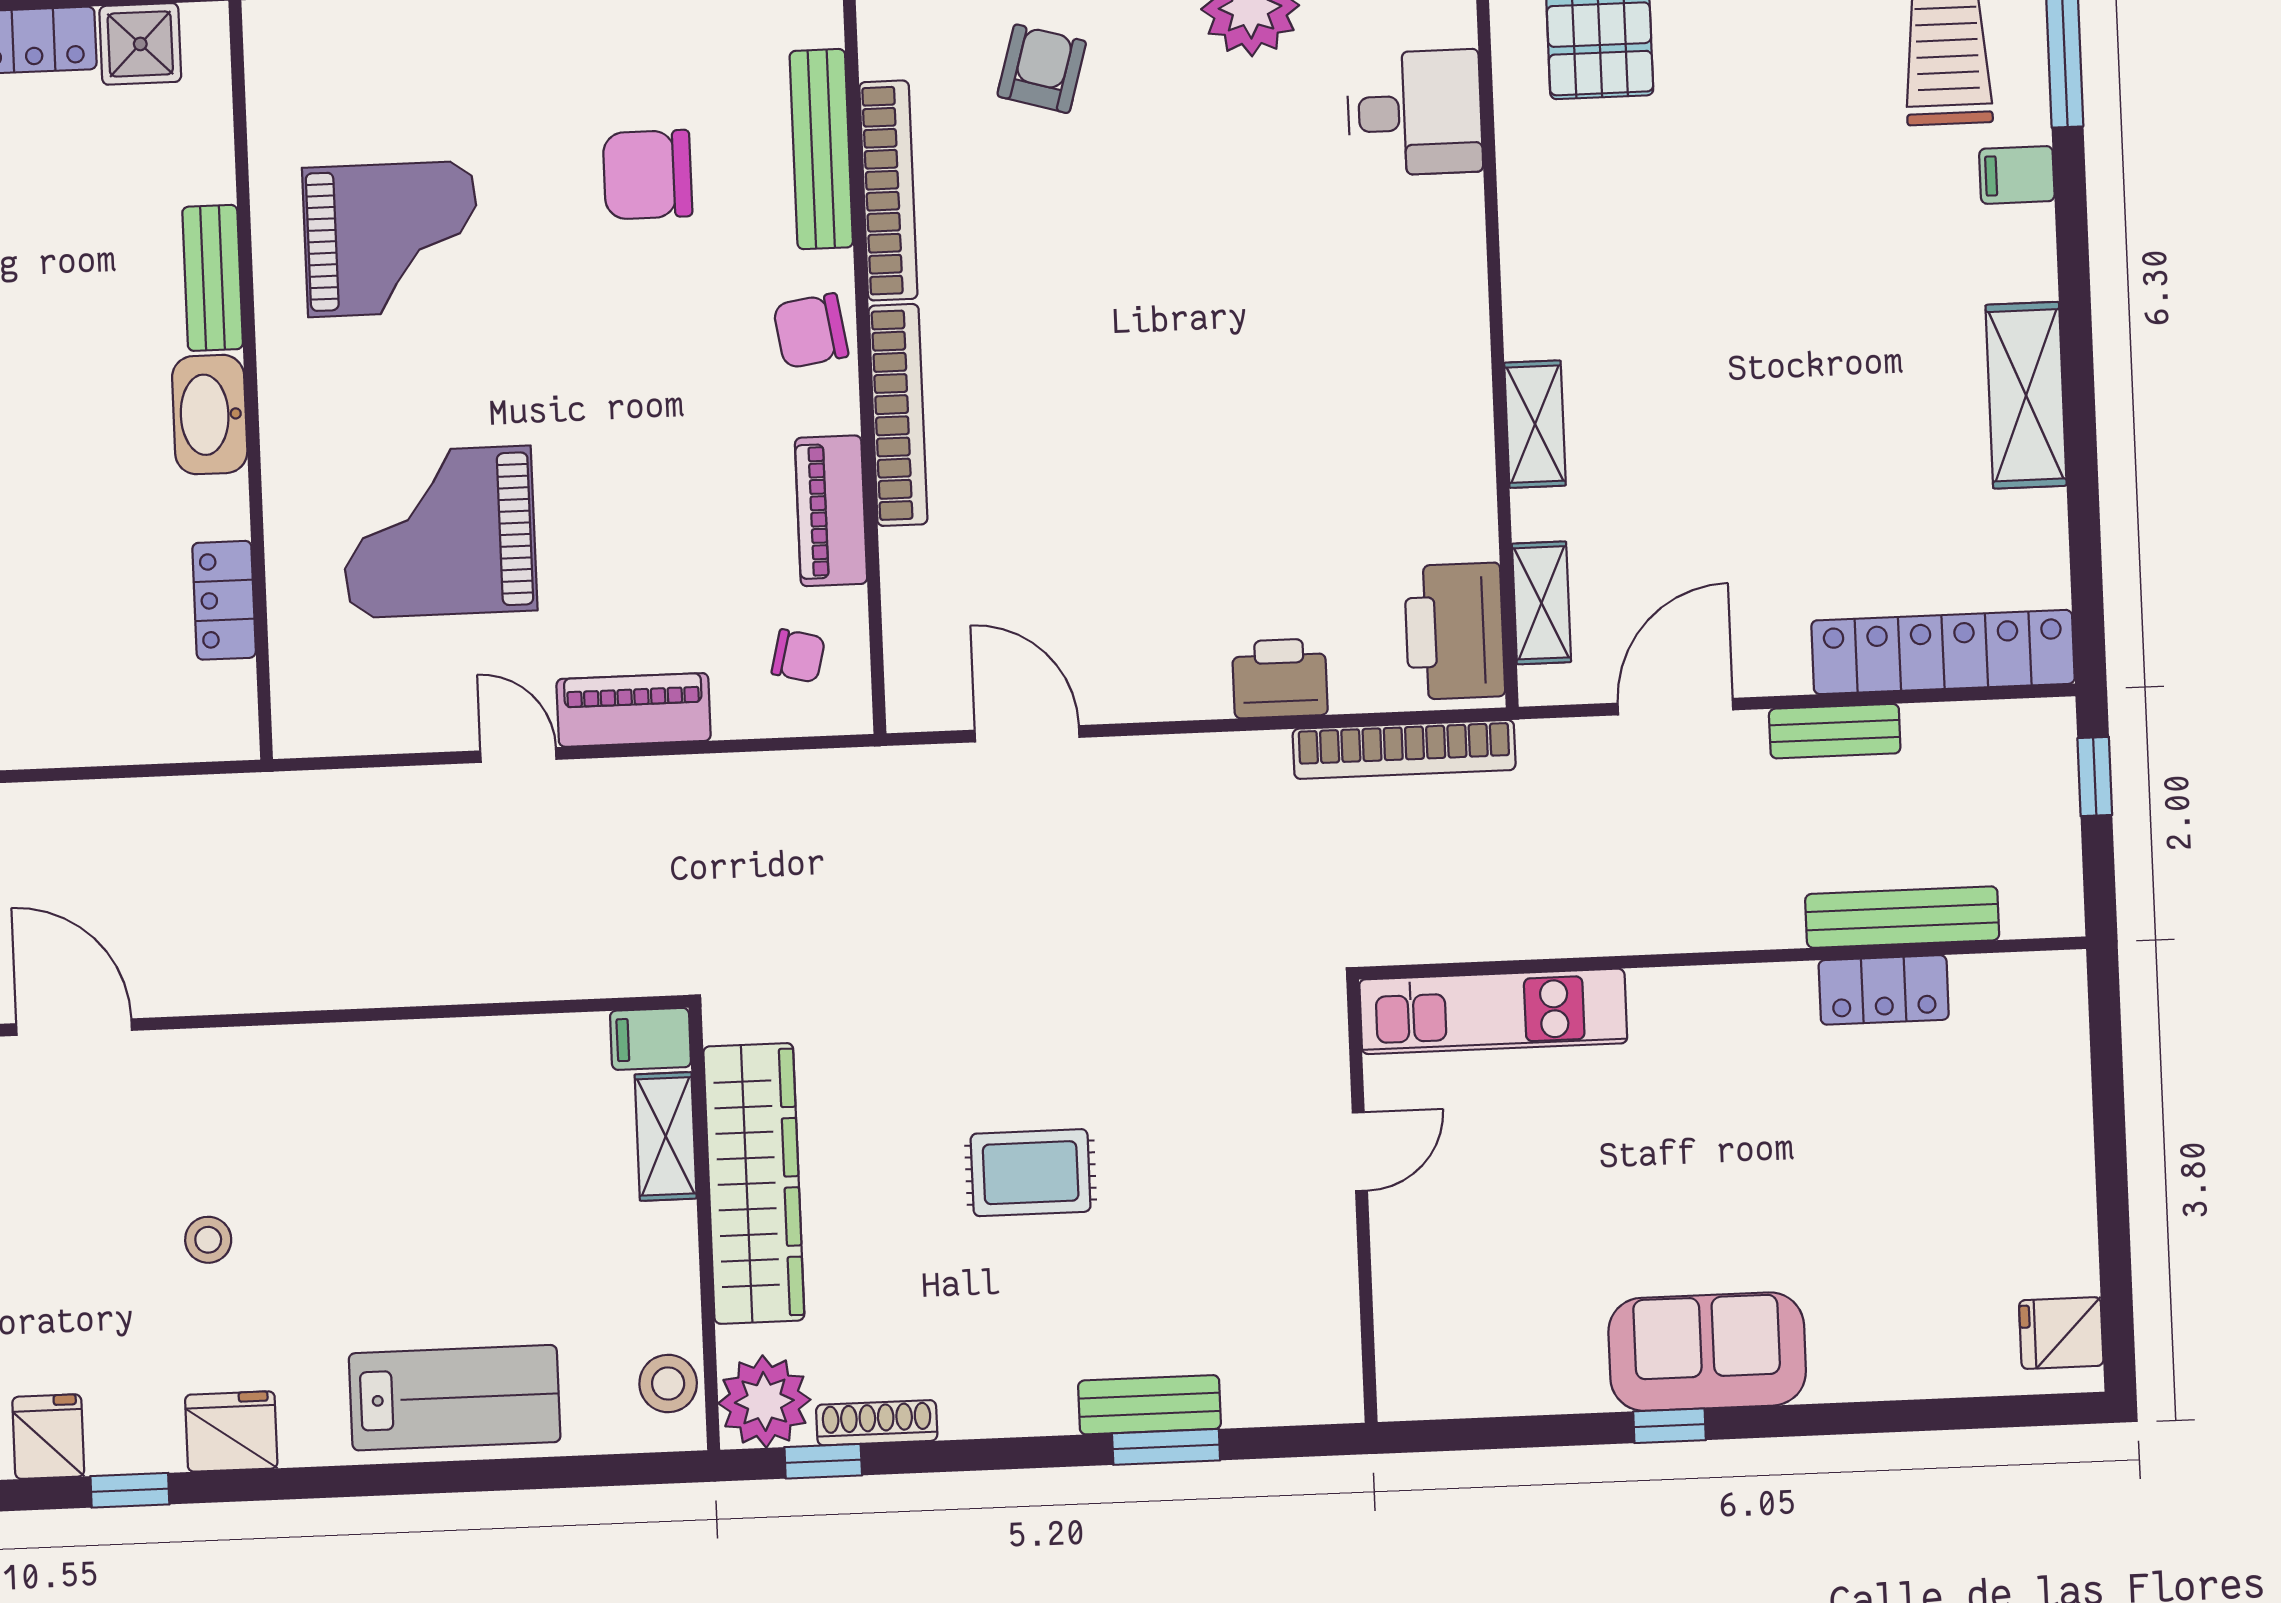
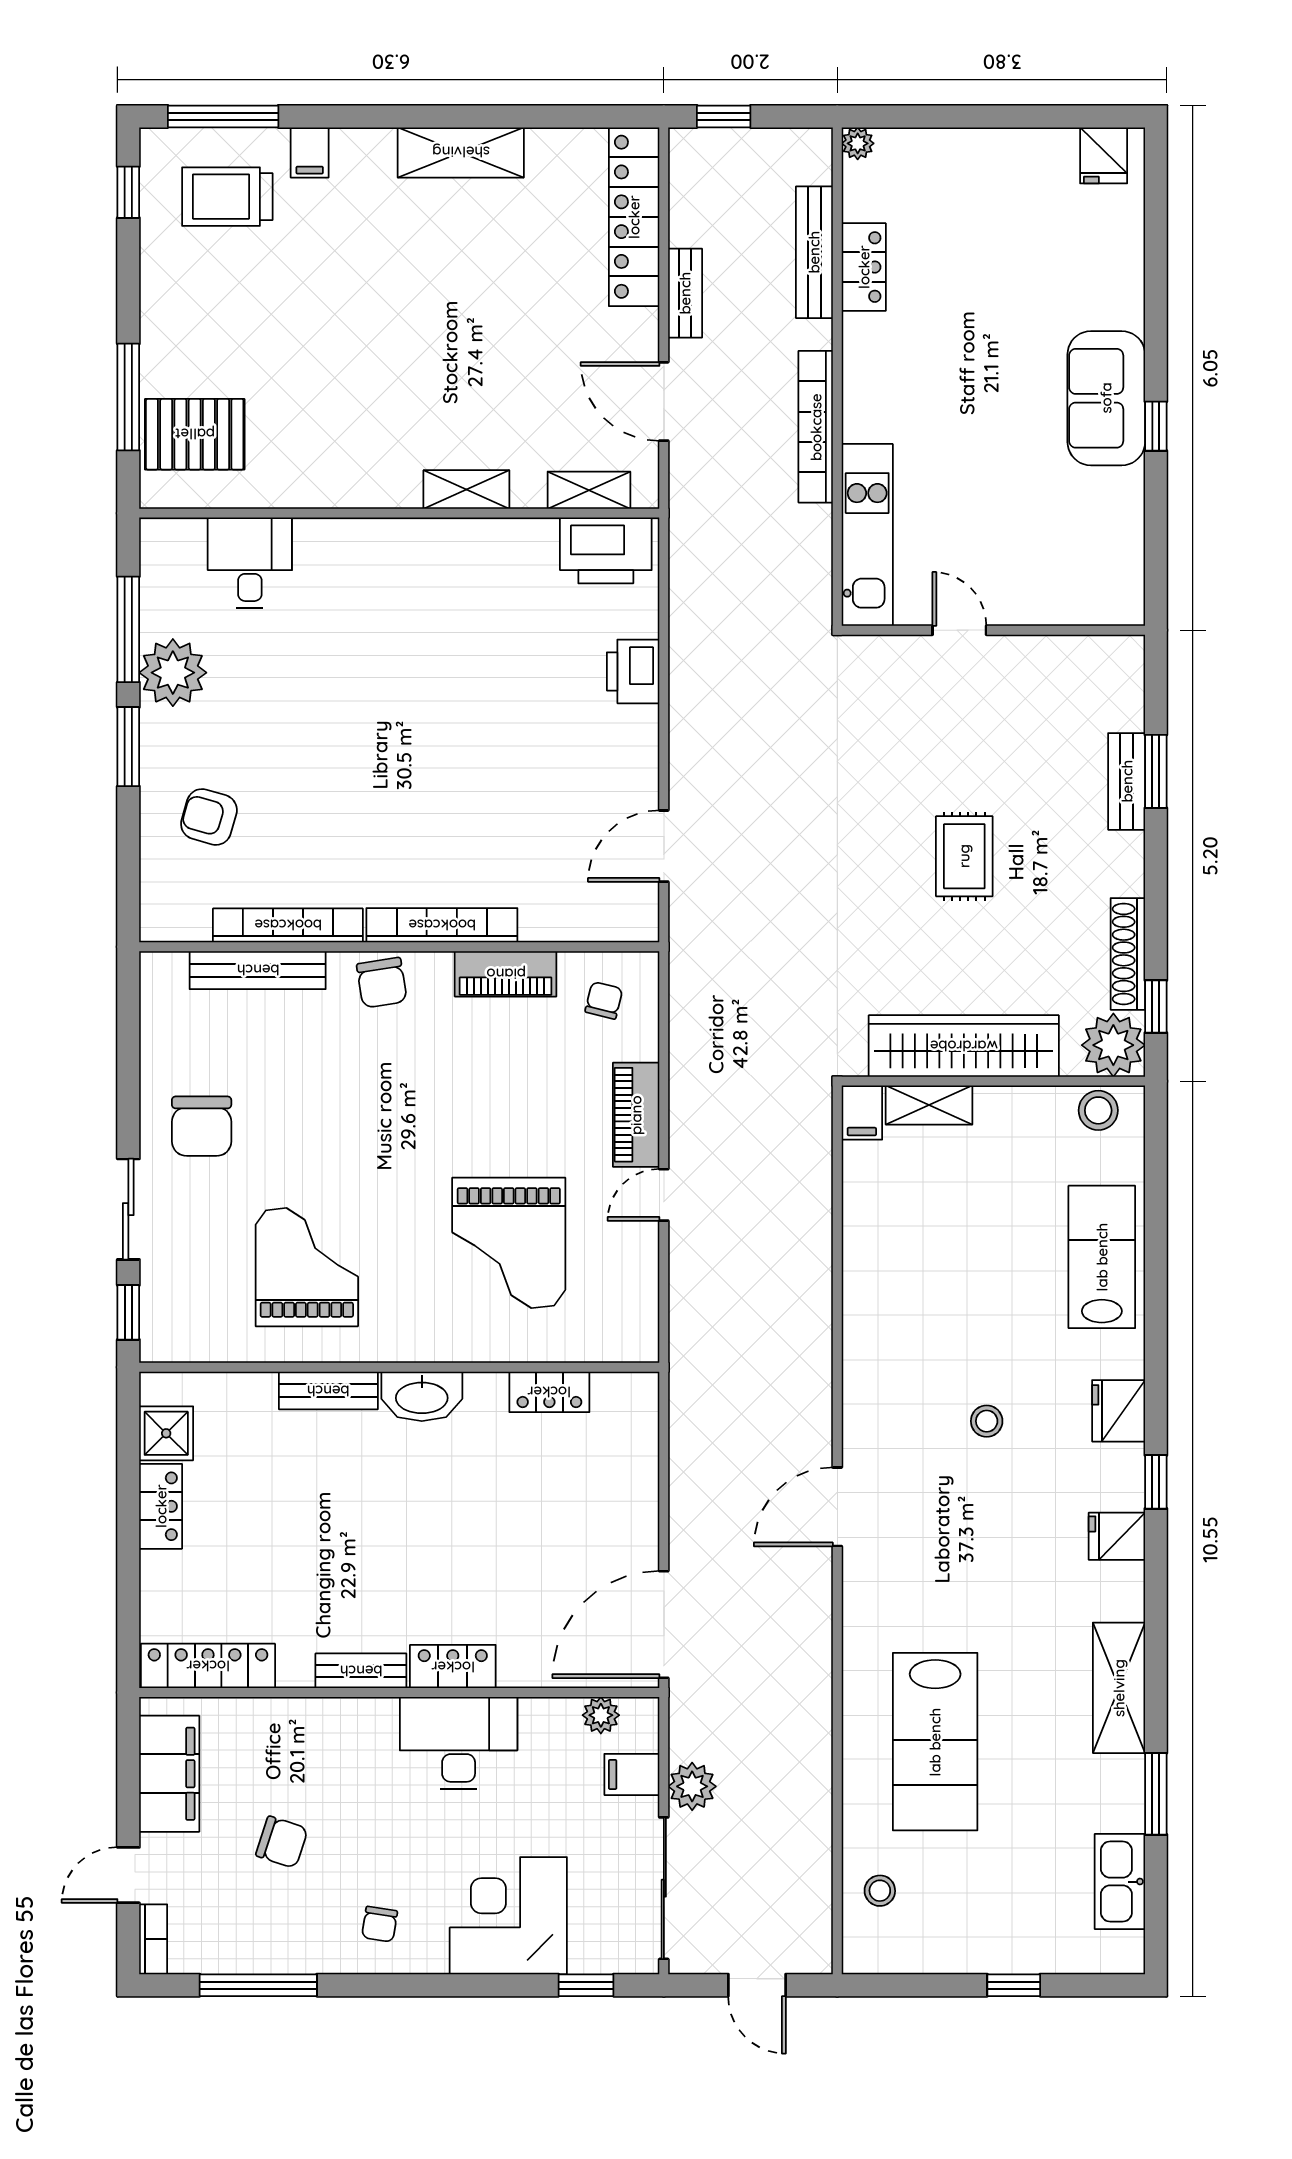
chair: (648, 175) -> (202, 1126), moved
bookcase: (1404, 749) -> (816, 427), moved, turned 180
plant: (2064, 974) -> (858, 143), added
shoe rack: (877, 1423) -> (1128, 954), width x1.36, depth x1.24

